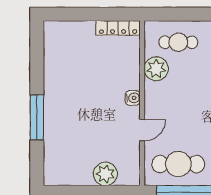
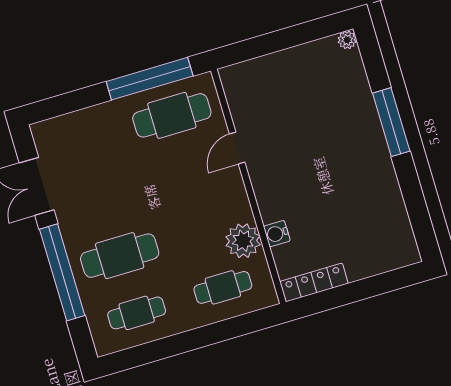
water cooler: (133, 98) -> (277, 234), moved
plant: (105, 174) -> (347, 40), moved, width x0.53, depth x0.53

